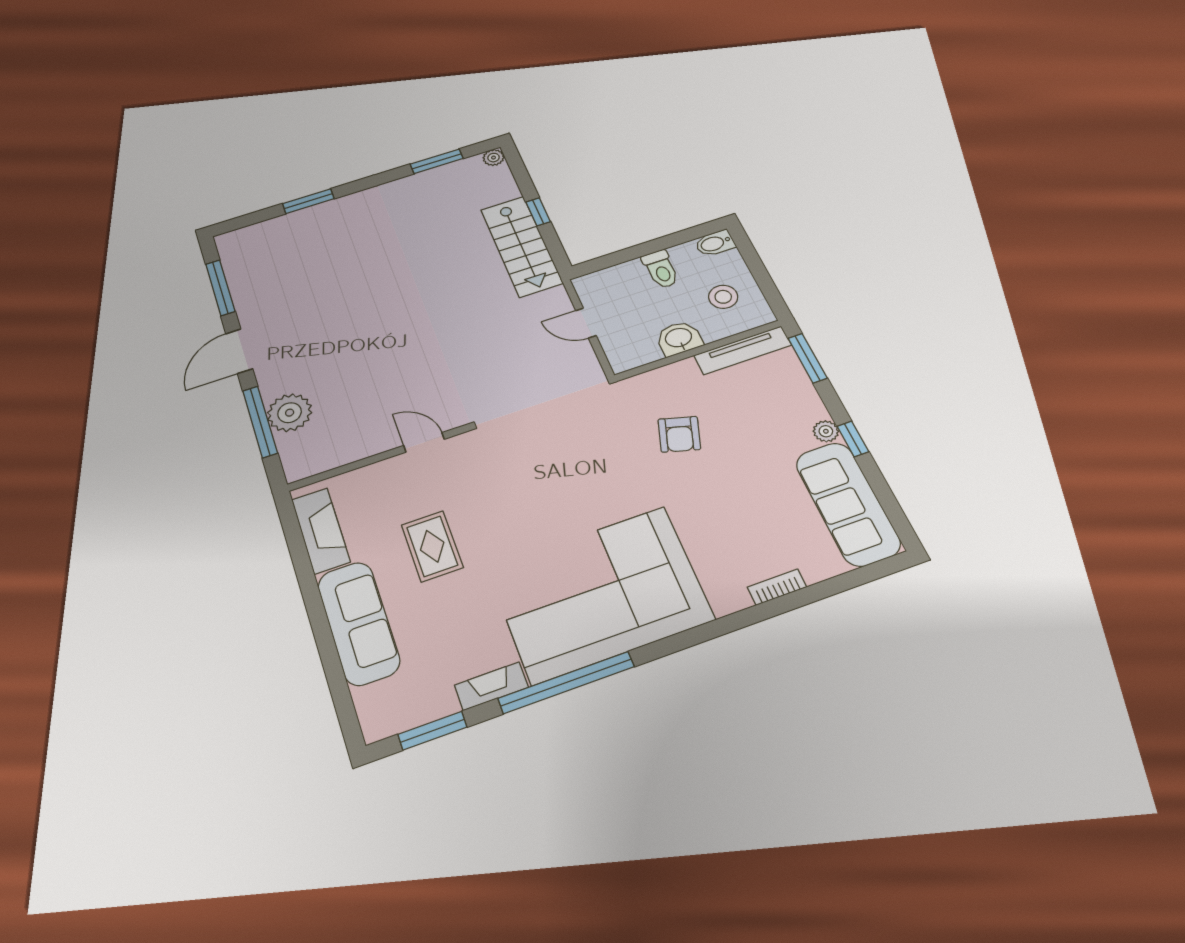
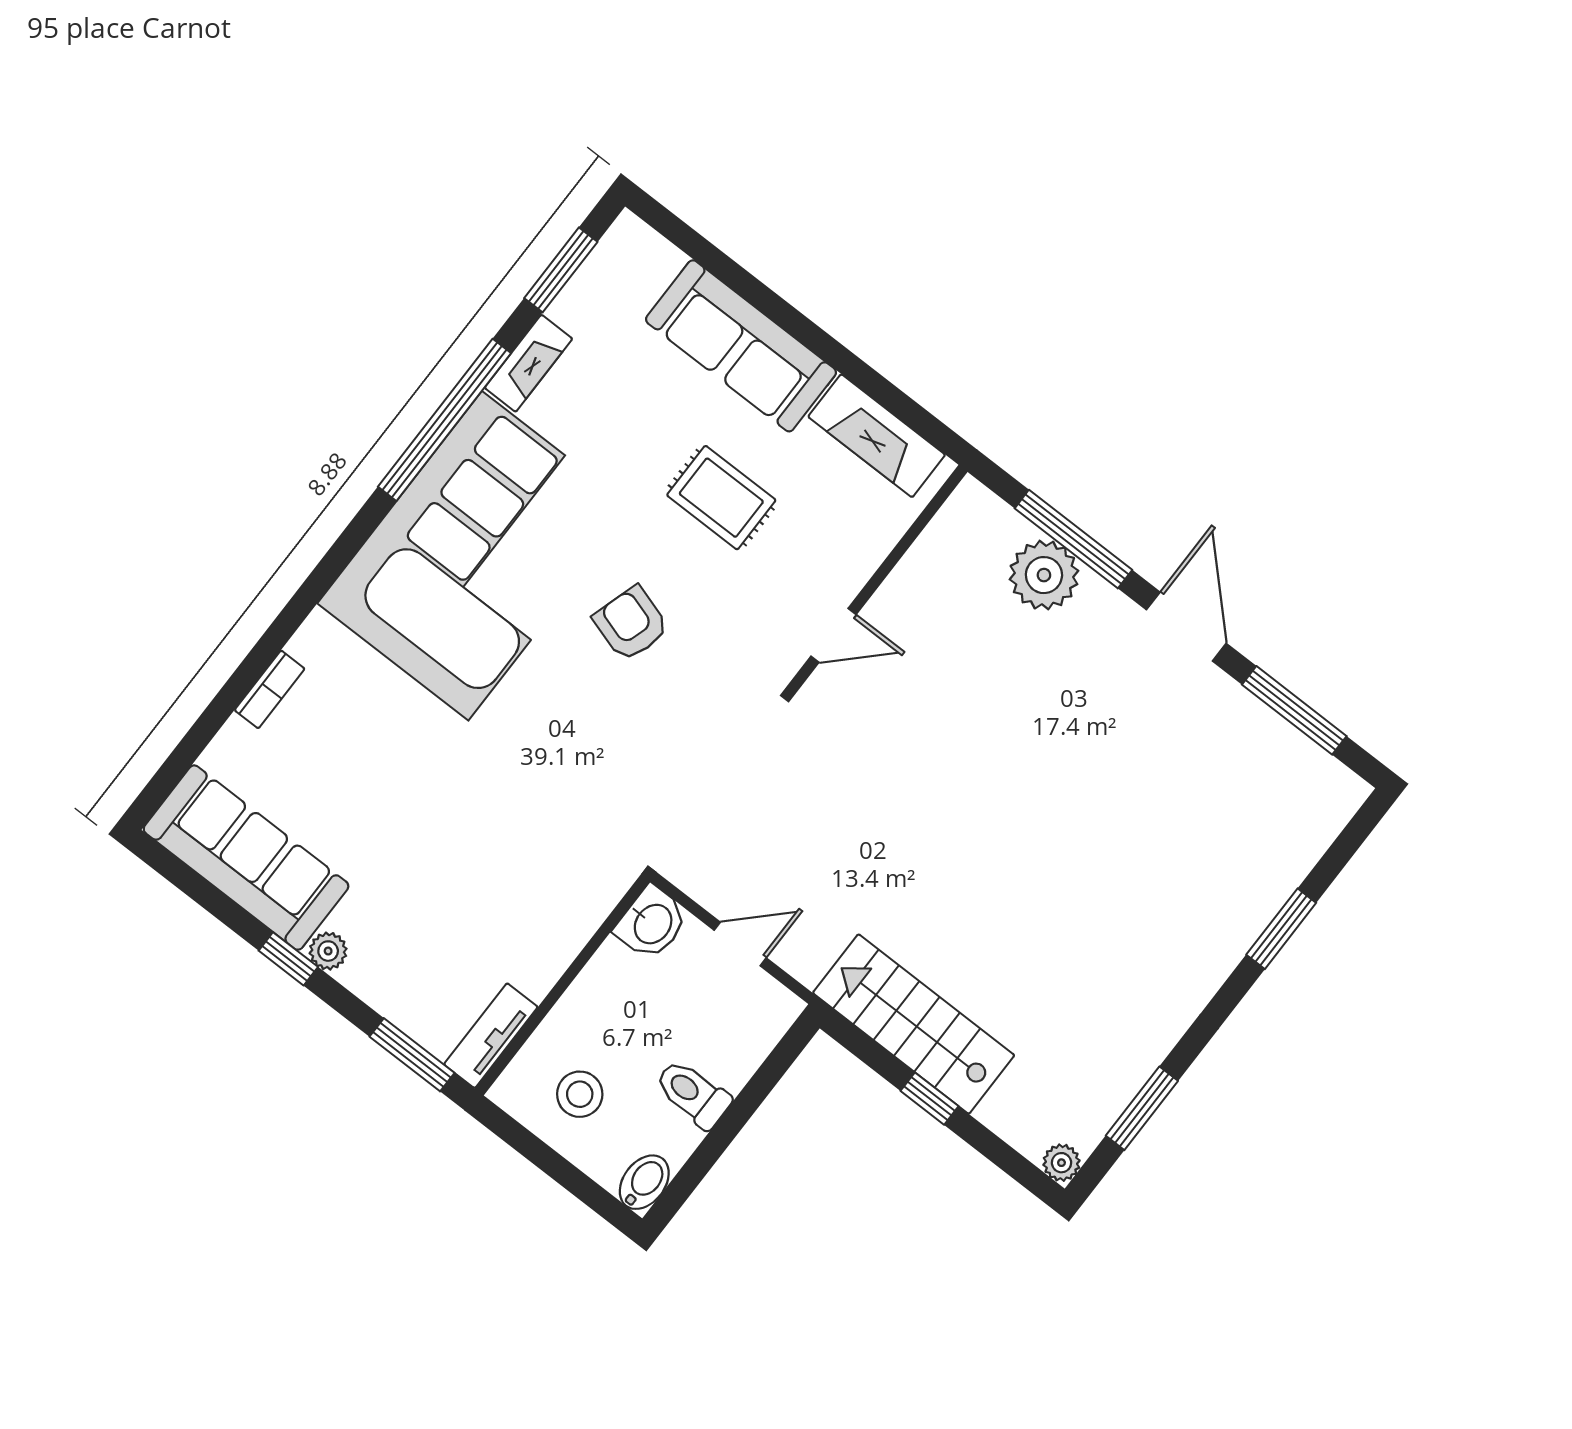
washbasin: (679, 338) -> (652, 923), moved
tv unit: (743, 350) -> (491, 1036), width x0.71
armchair: (679, 434) -> (631, 624), moved

